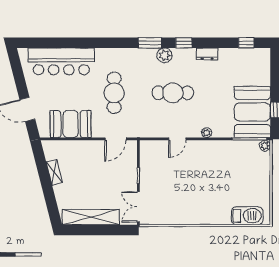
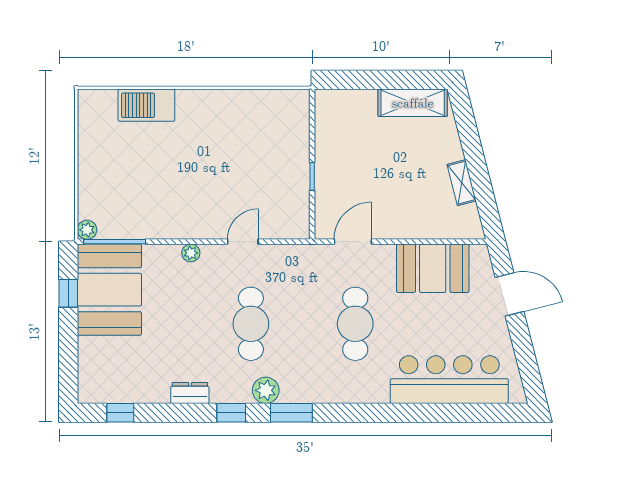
cafe table: (173, 93) -> (251, 324), turned 90
double door: (138, 207) -> (312, 121), removed
barbecue: (247, 216) -> (146, 105), moved
shelving: (91, 217) -> (413, 103), width x0.68

